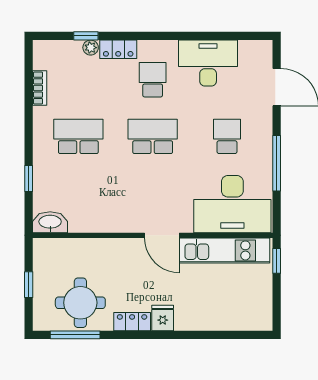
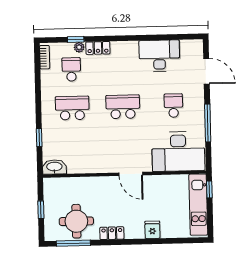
school desk: (153, 80) -> (71, 69), moved
bookcase: (40, 88) -> (45, 57), moved
kitchen unit: (225, 250) -> (198, 205), moved, turned 90
fridge: (163, 318) -> (152, 230), moved

